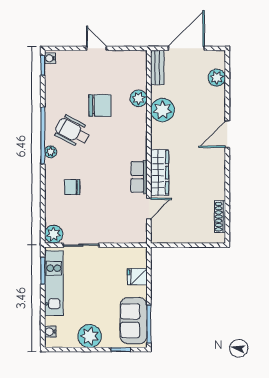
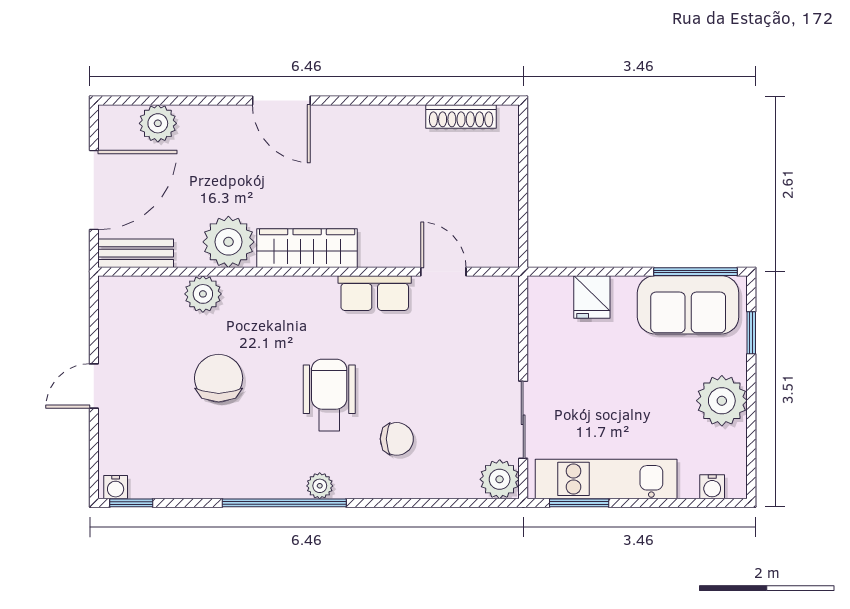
door: (186, 48) -> (94, 190), swing flipped
wheelchair: (73, 131) -> (329, 395), moved, turned 152
wardrobe: (160, 173) -> (307, 248), moved
chair: (72, 187) -> (397, 439), turned -90

